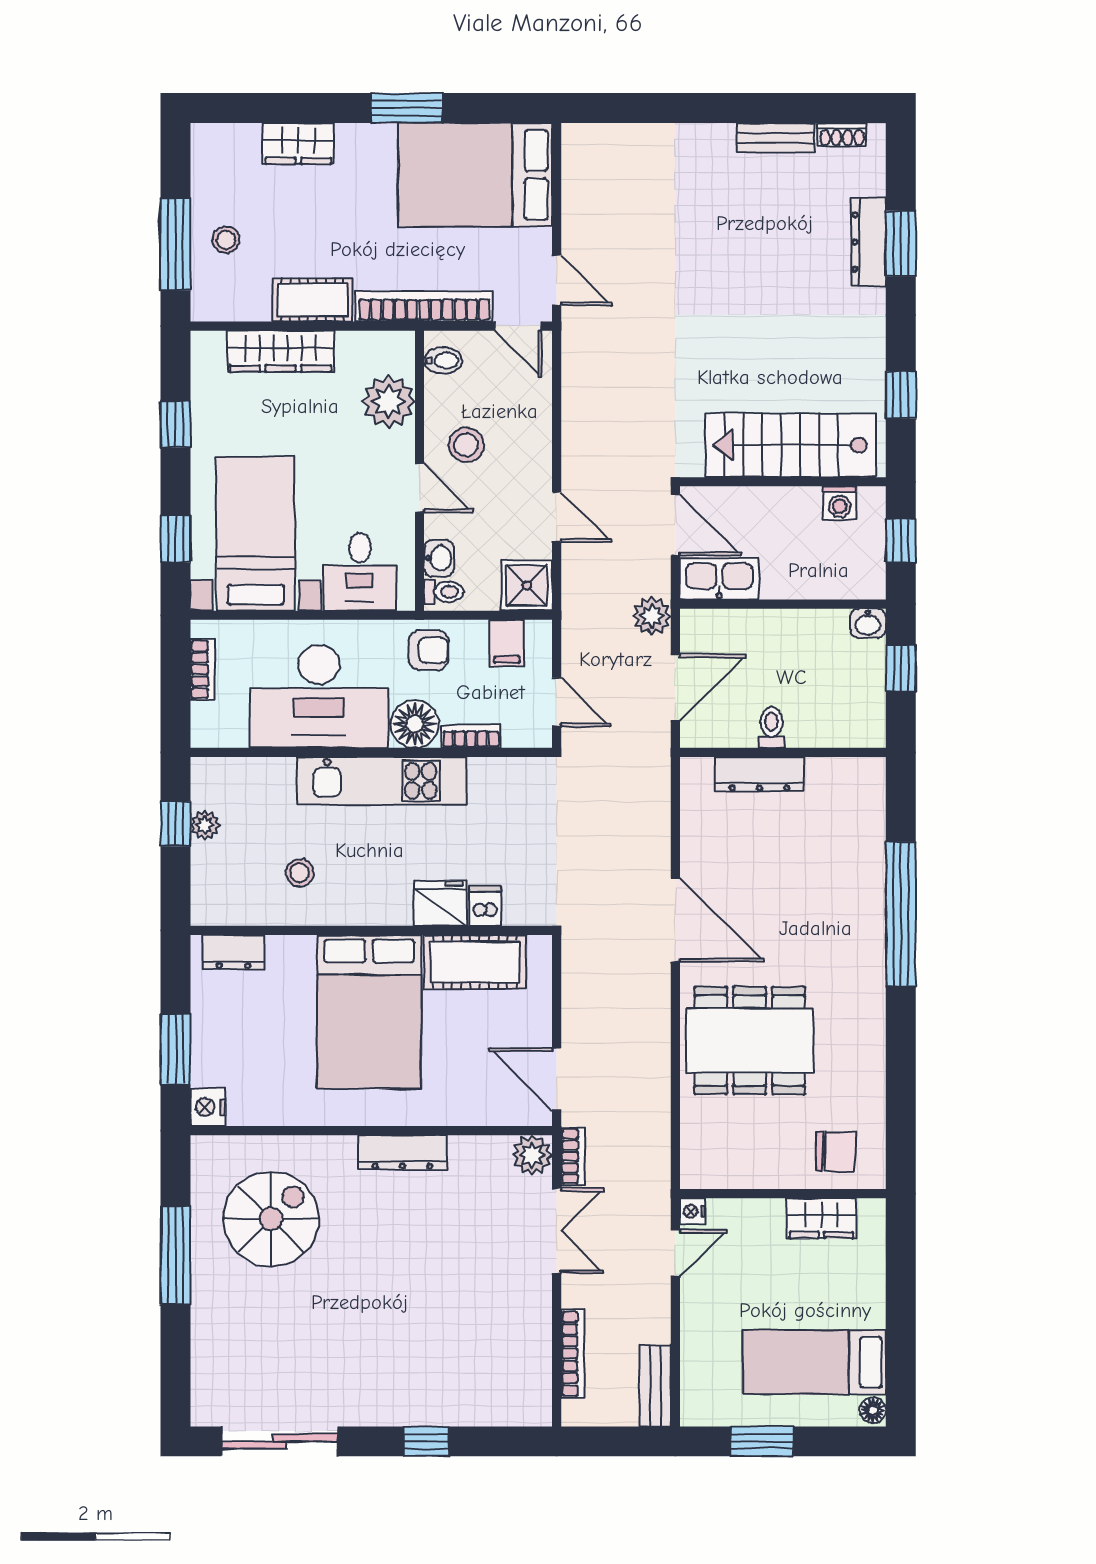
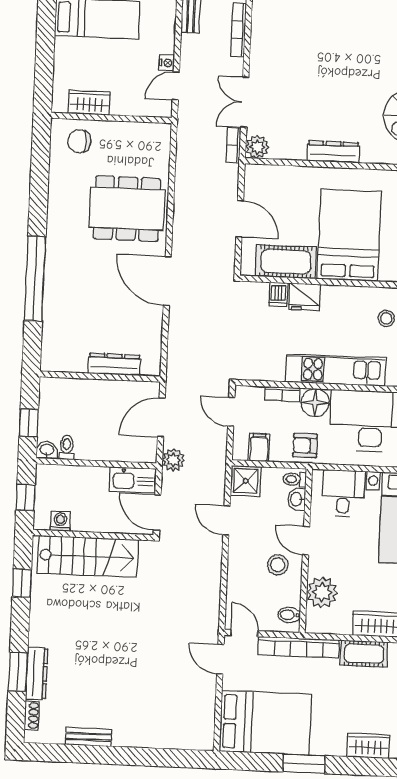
shoe rack: (842, 135) -> (32, 715), moved, turned 90
toilet: (772, 727) -> (67, 447), moved, turned 180
door: (557, 1079) -> (240, 219), moved
nightstand: (692, 1211) -> (167, 63), moved

